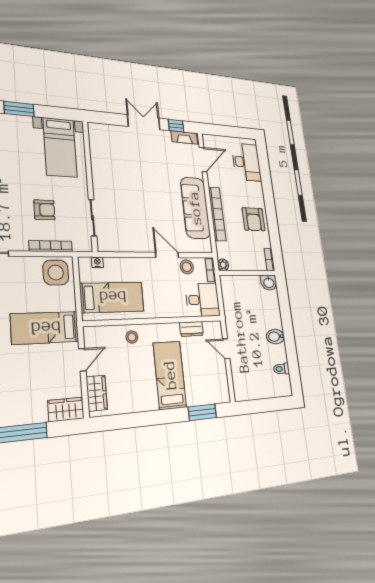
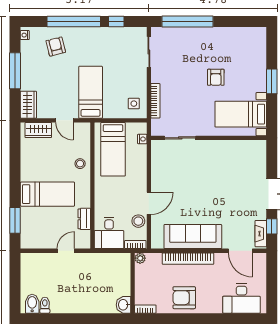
armchair: (44, 210) -> (216, 77), moved
side table: (56, 273) -> (134, 104), width x0.54, depth x0.54
bidet: (275, 337) -> (32, 304), moved

